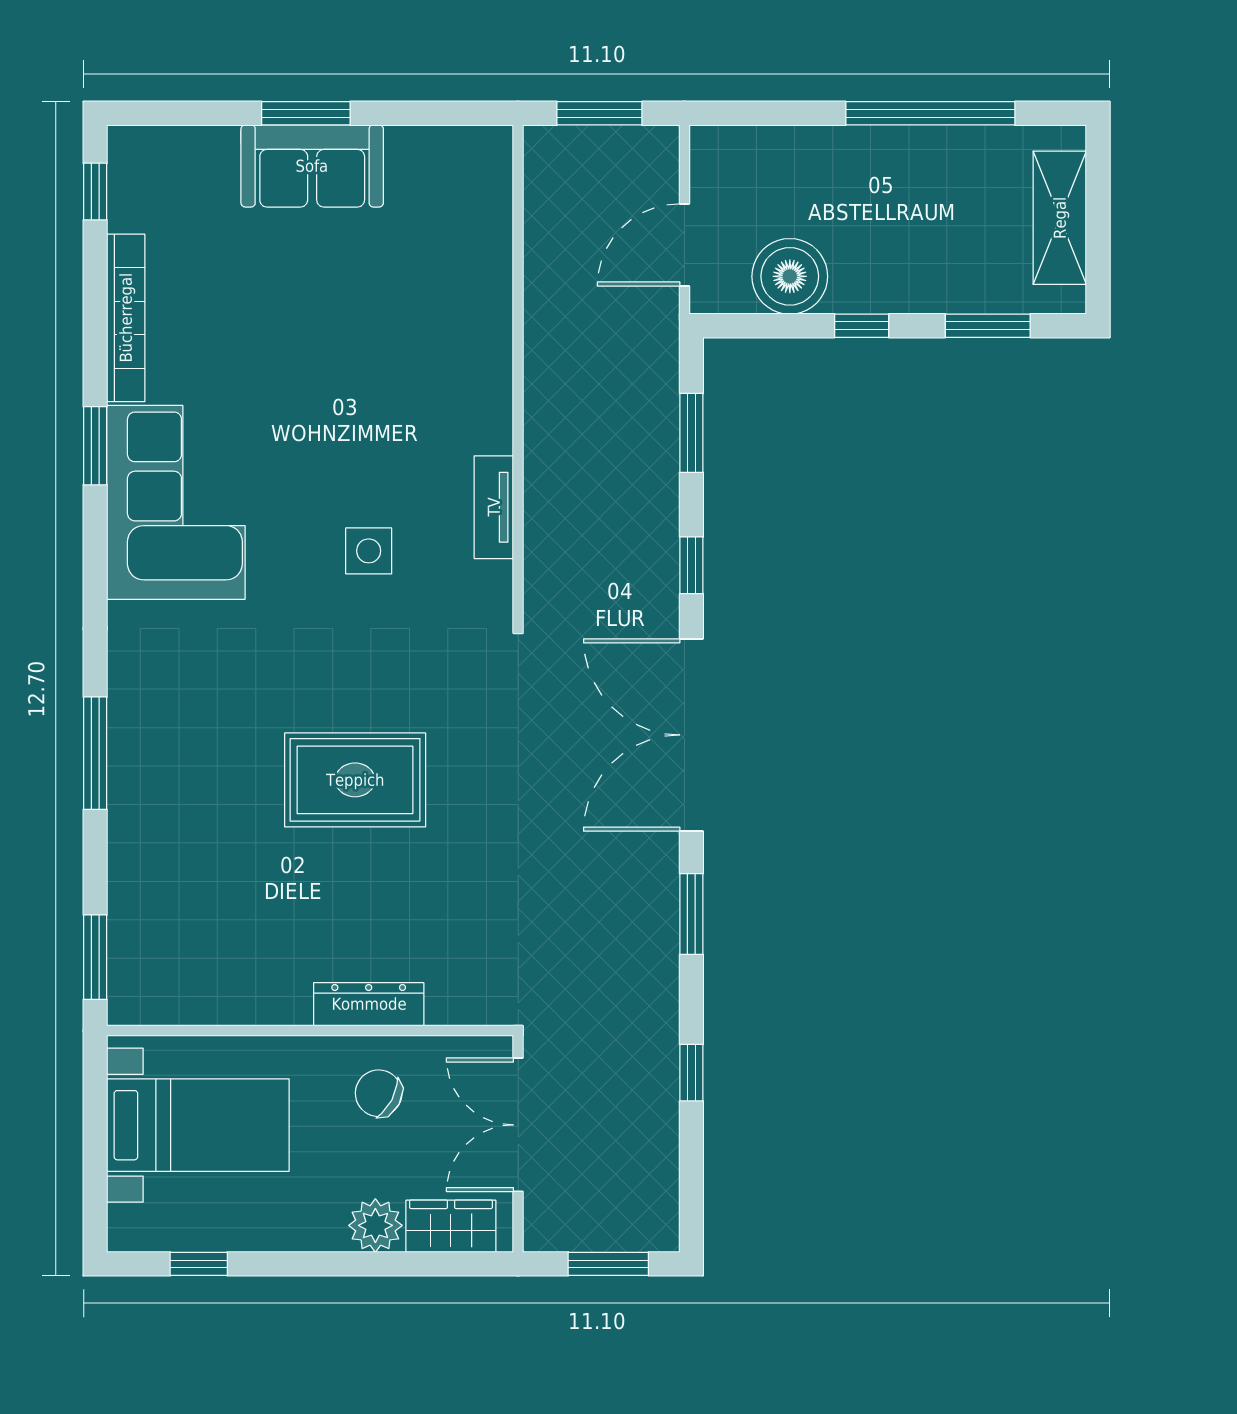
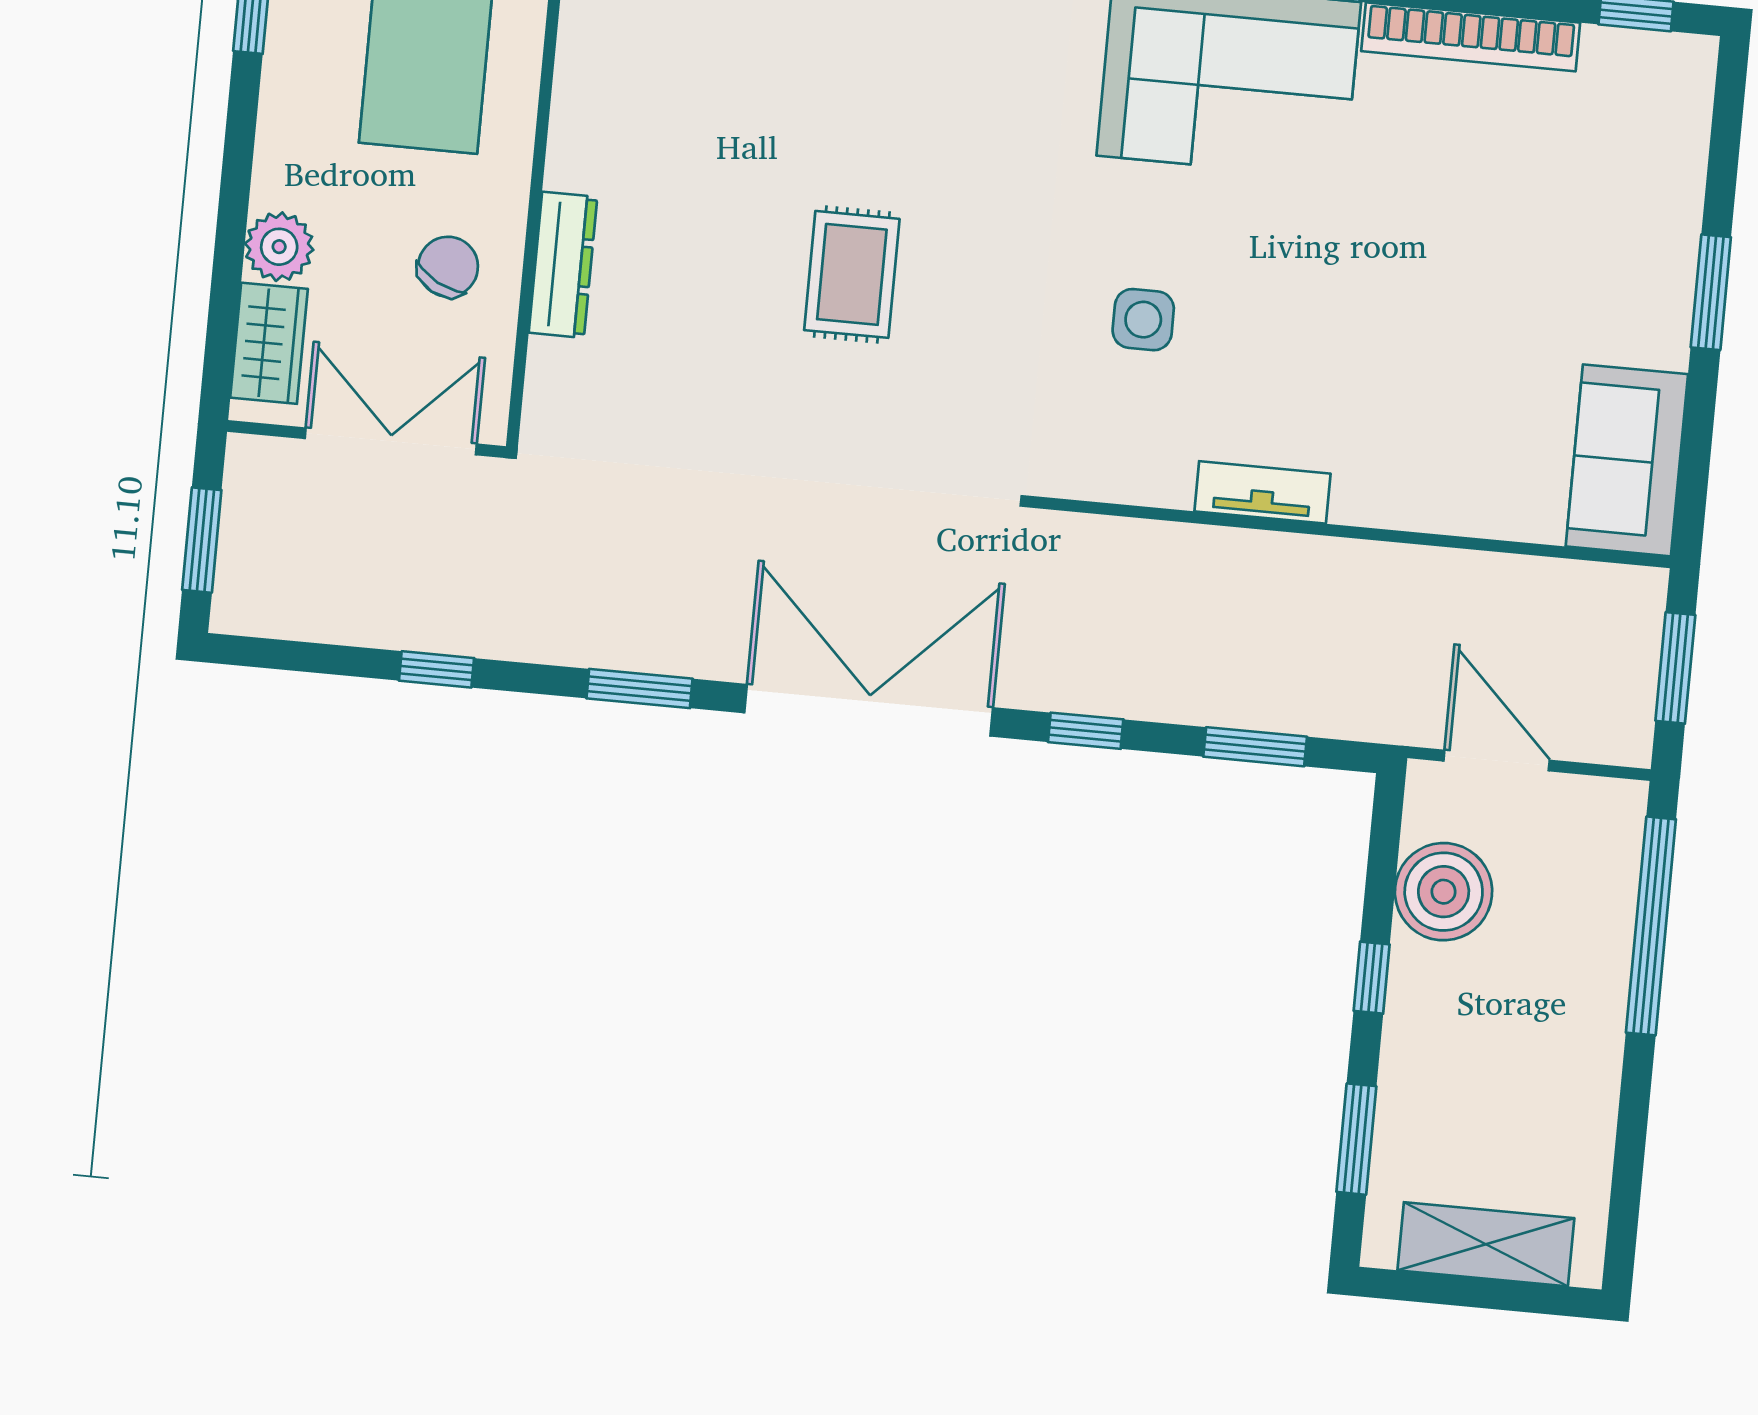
window: (930, 113) -> (1651, 926), moved
sofa: (312, 166) -> (1627, 460), moved
tv unit: (494, 507) -> (1262, 492), moved
rug: (355, 780) -> (852, 274), width x0.73, depth x0.70

